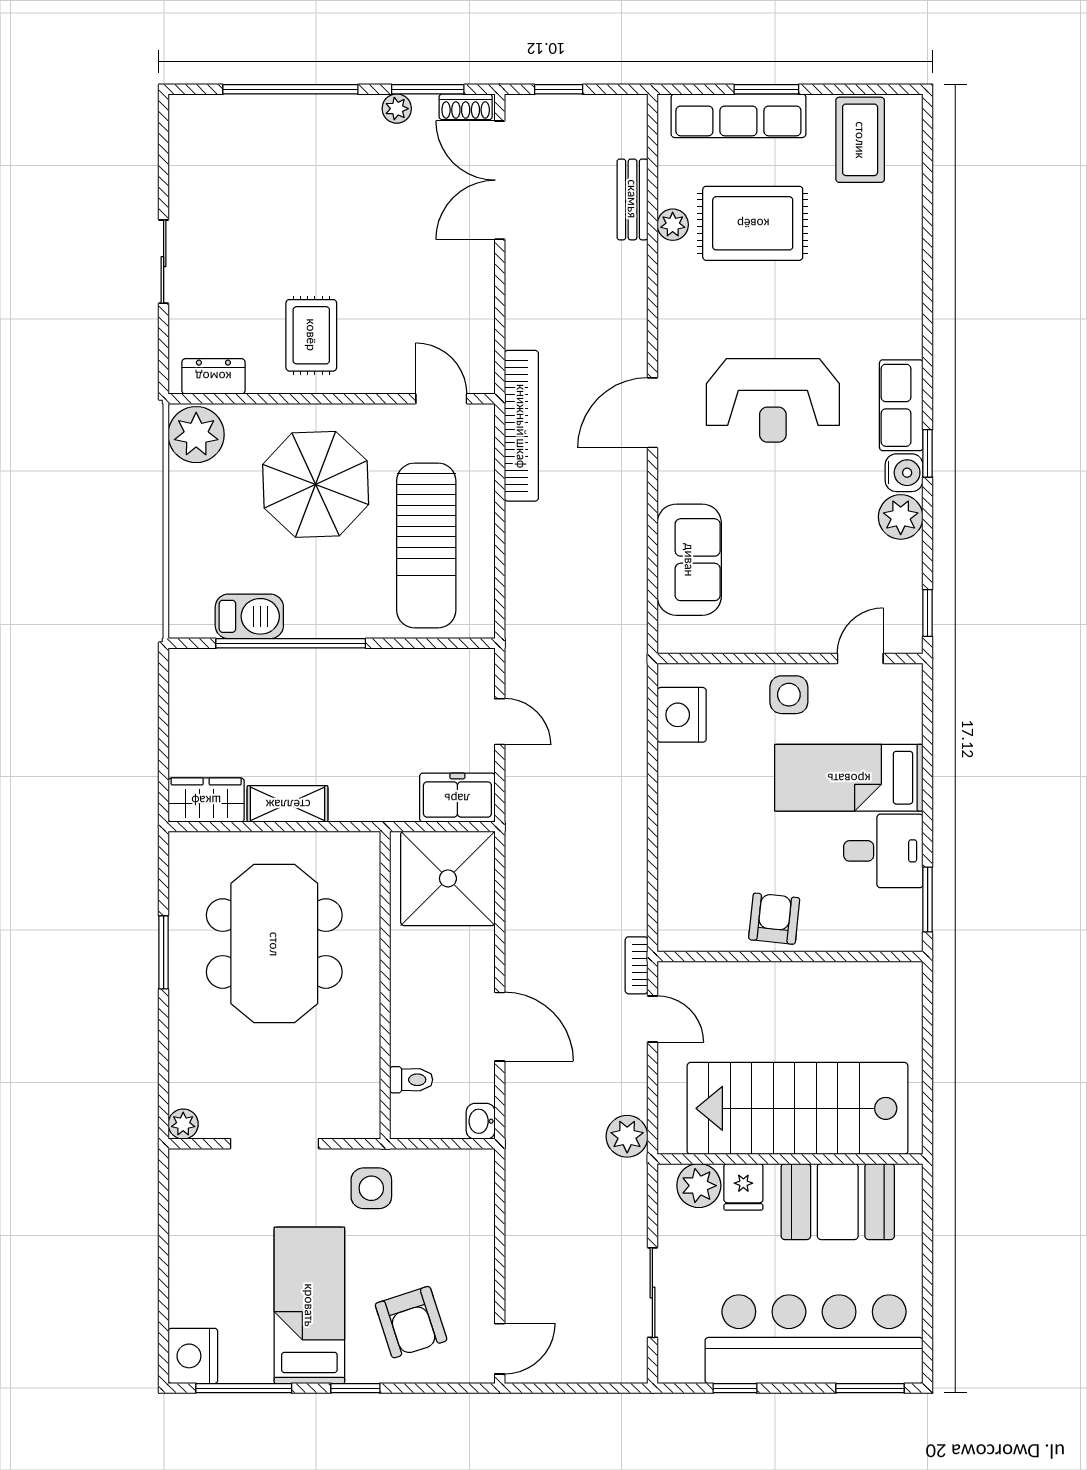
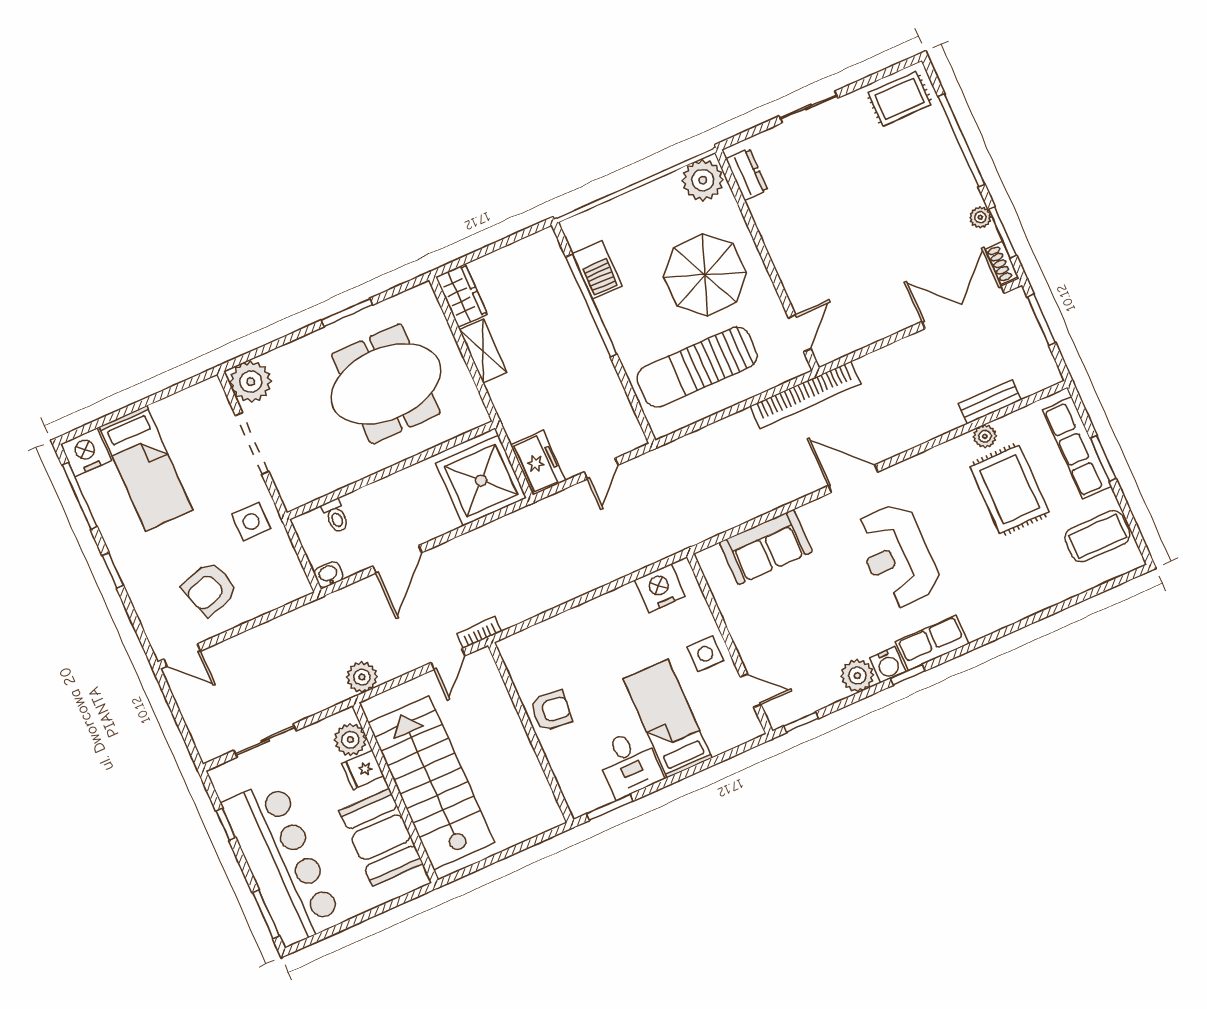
window: (559, 89) -> (1041, 320), width x1.50
rug: (311, 335) -> (899, 99), moved
plant: (183, 1124) -> (251, 382), width x1.87, depth x1.87
bed: (309, 1305) -> (146, 468), moved, turned 90
armchair: (411, 1322) -> (210, 589), moved

